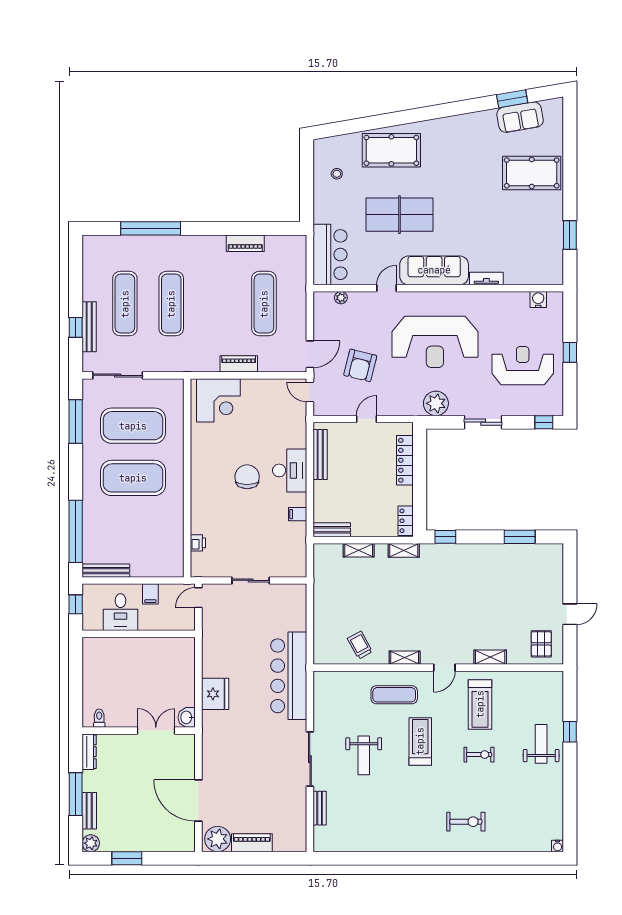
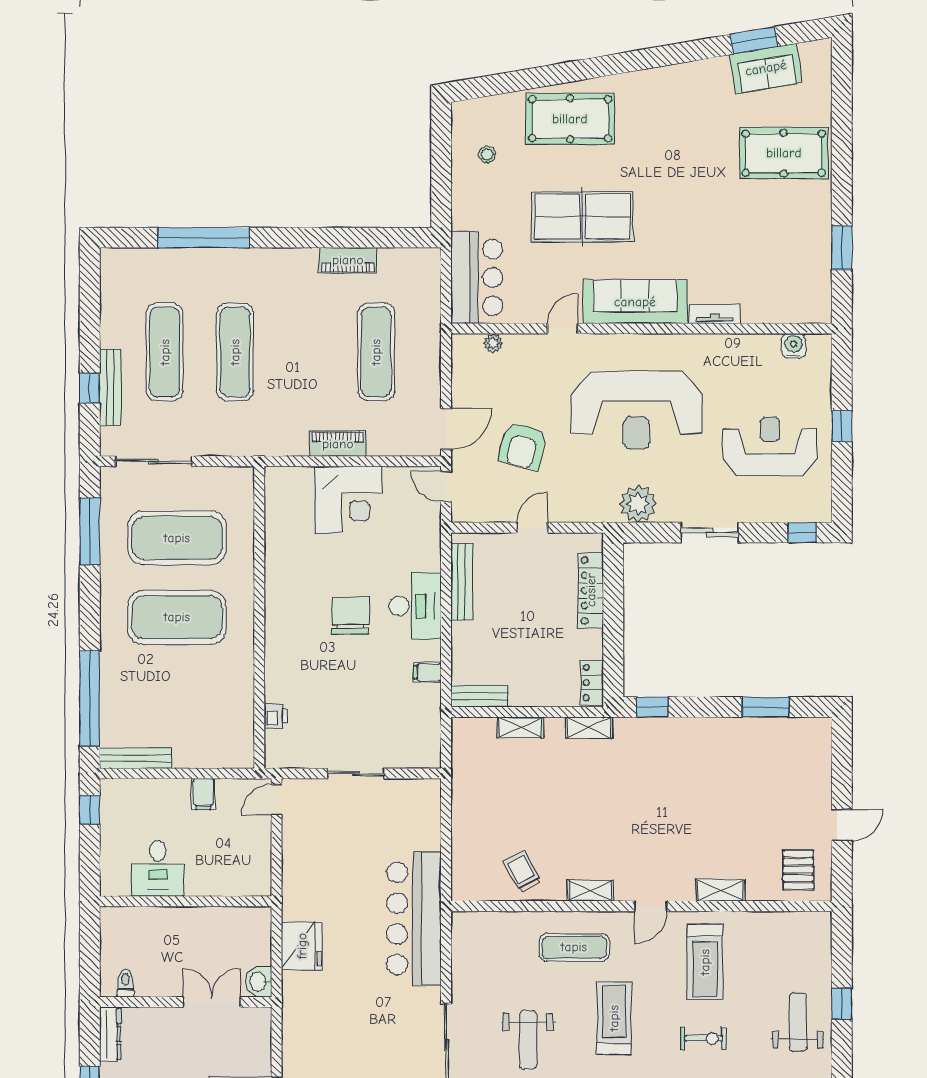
corner desk: (218, 400) -> (348, 499), moved
desk: (120, 612) -> (158, 868), moved
wall: (139, 634) -> (186, 901), moved

